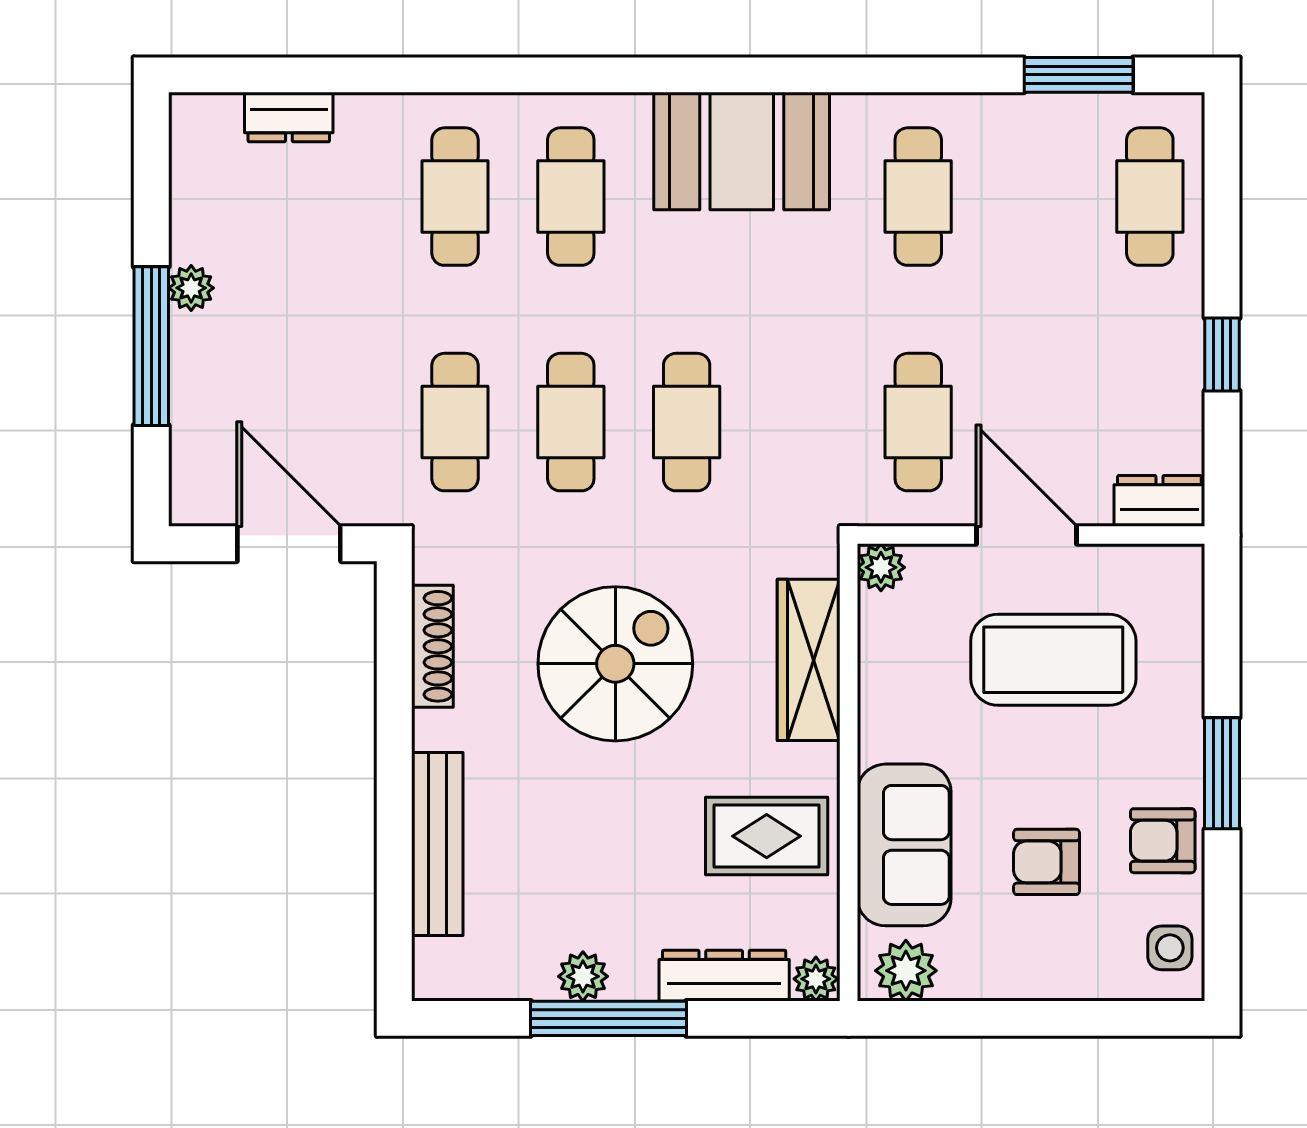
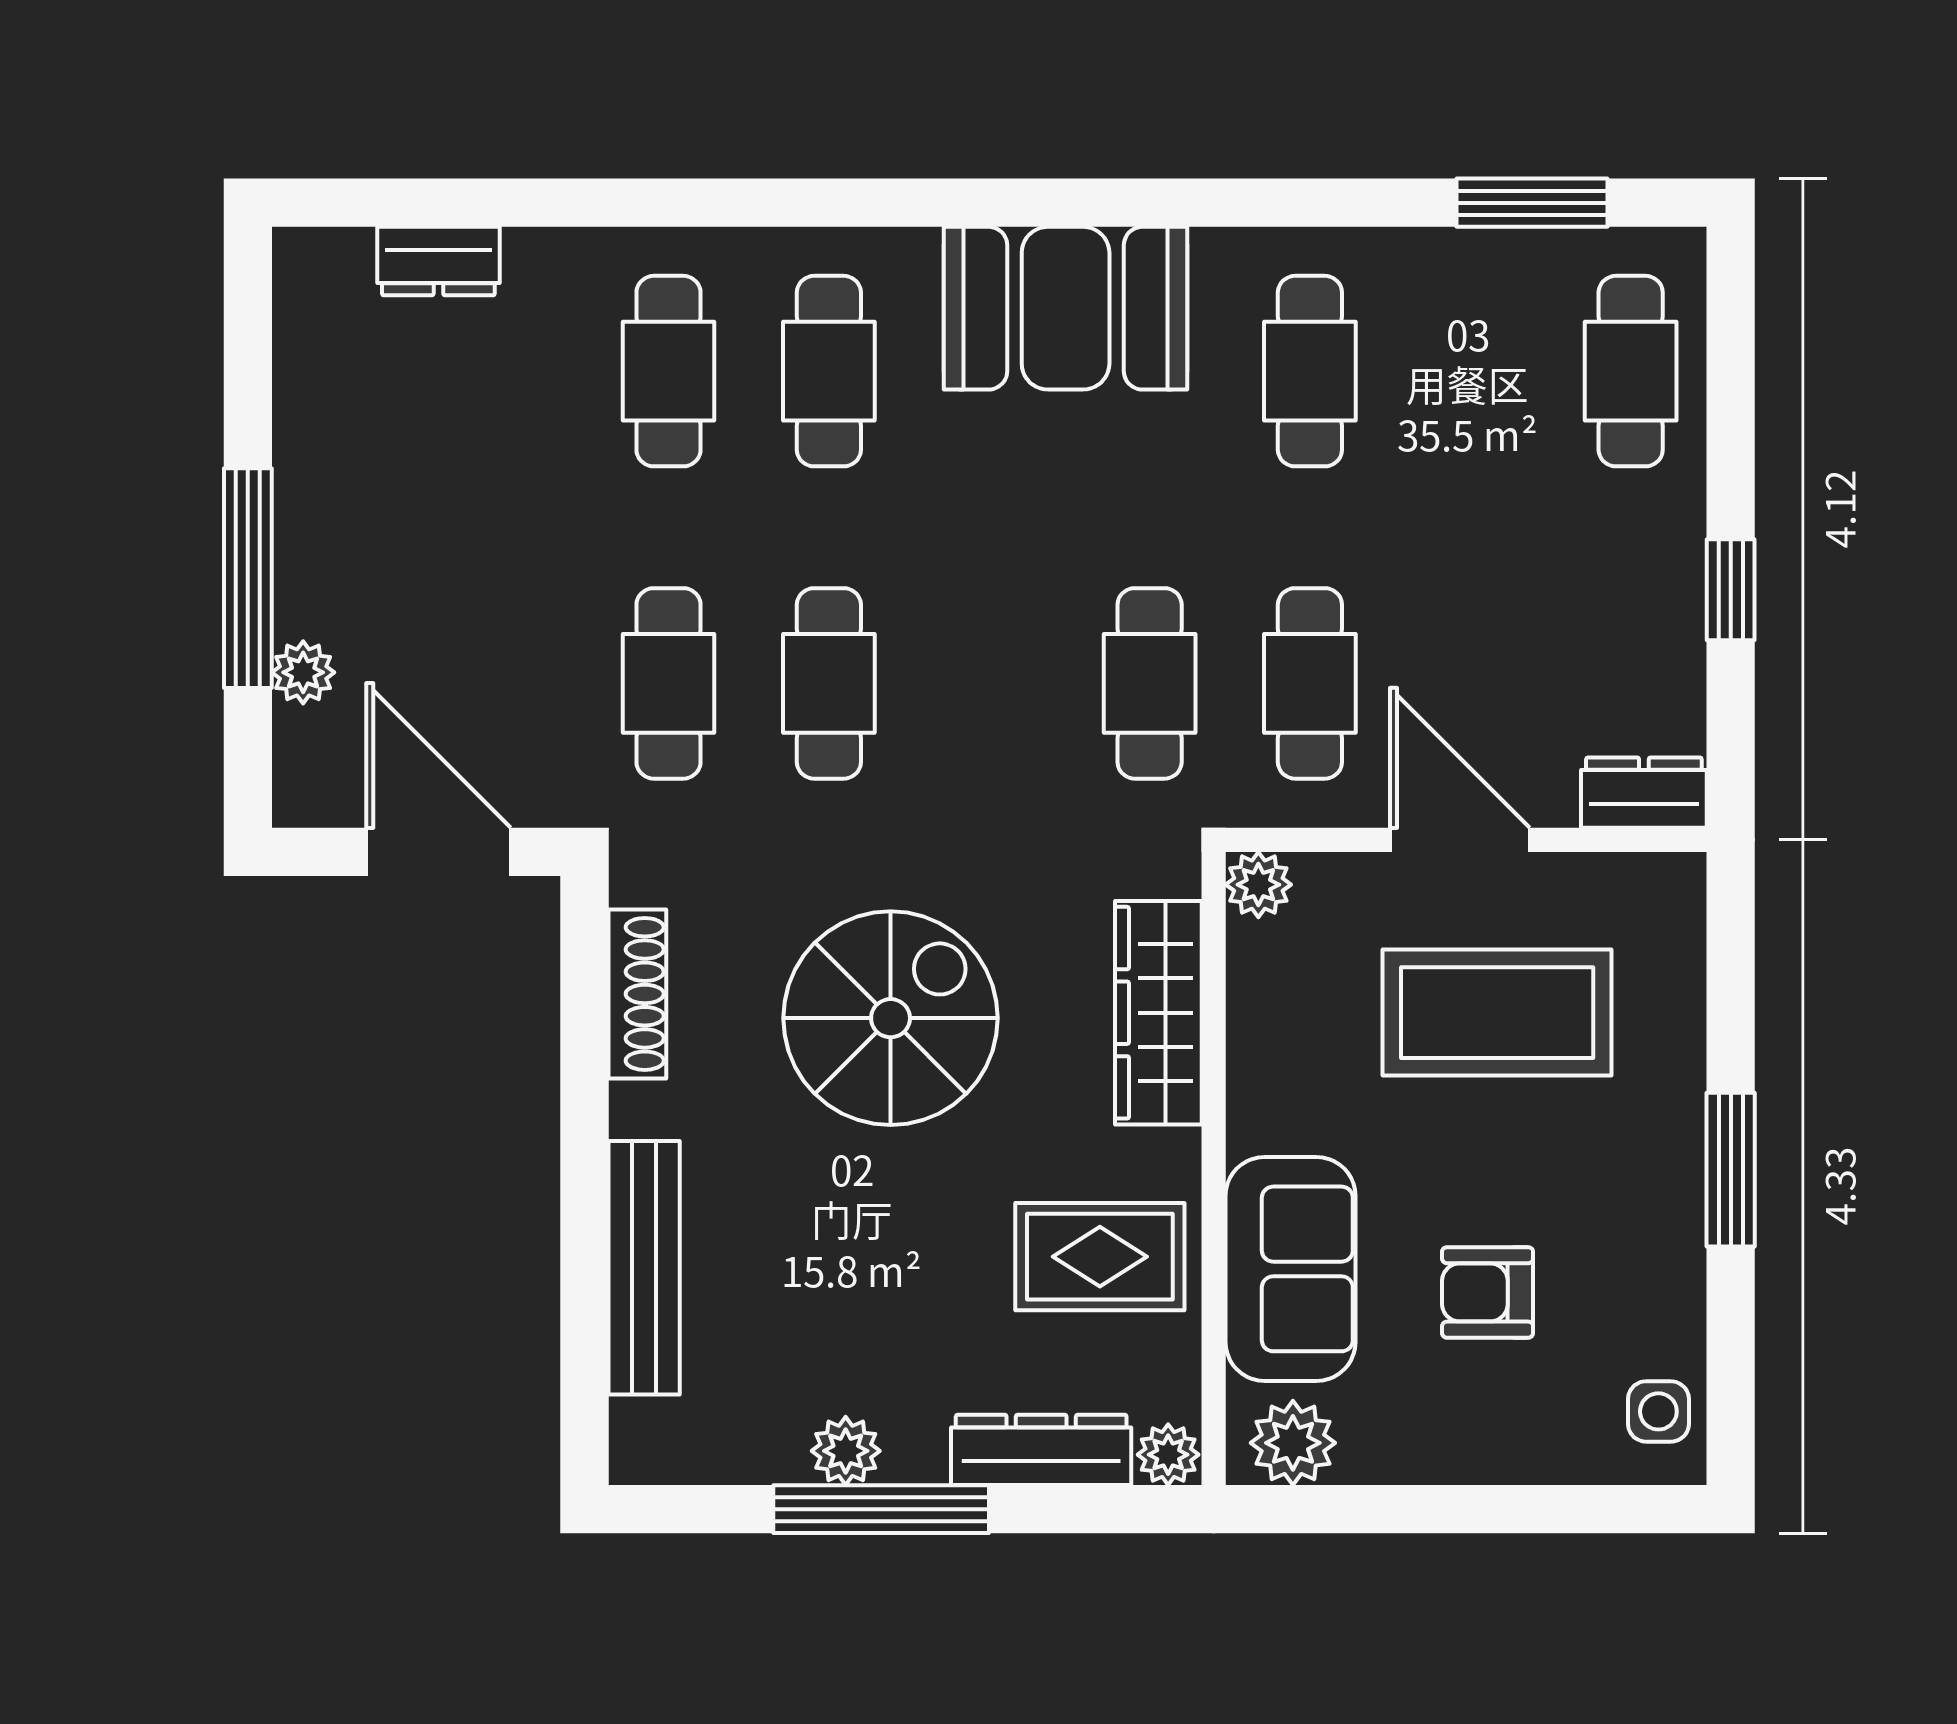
plant: (191, 288) -> (303, 672), moved
cafe table: (687, 422) -> (1150, 683), moved
armchair: (1163, 841) -> (1648, 1263), removed

